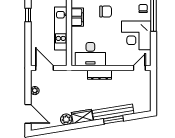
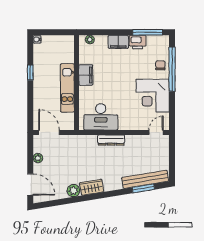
chair: (106, 12) -> (118, 69), removed
bench: (113, 112) -> (145, 179), moved
window: (114, 120) -> (143, 188), moved

